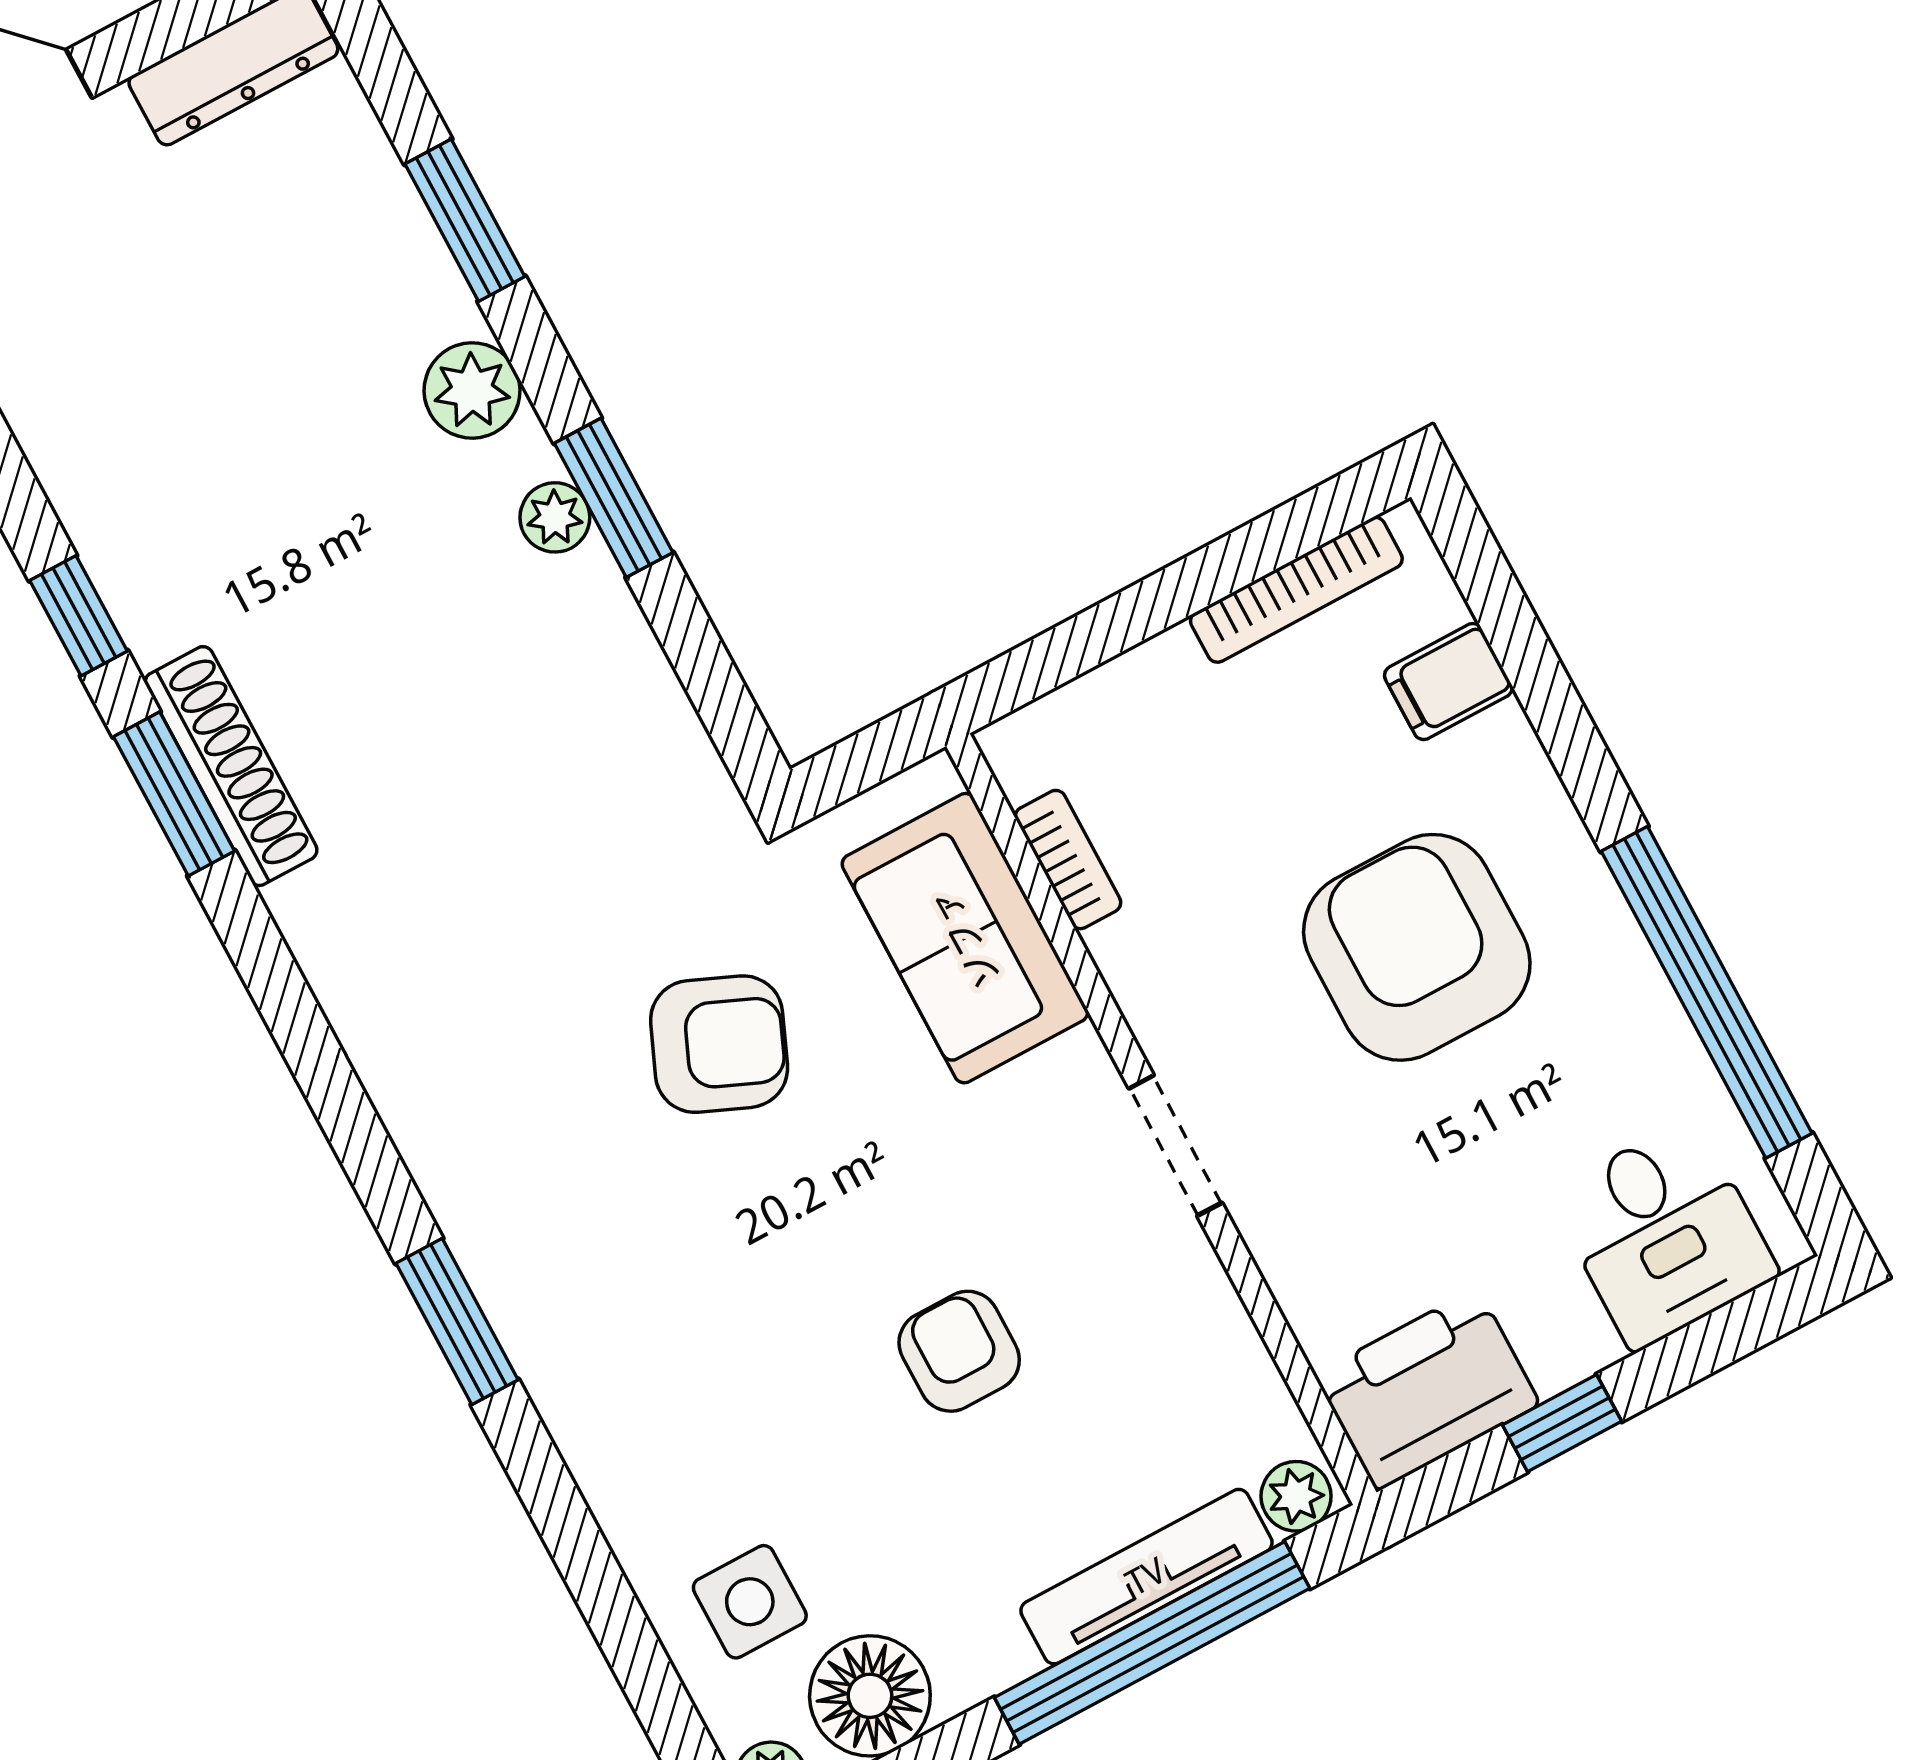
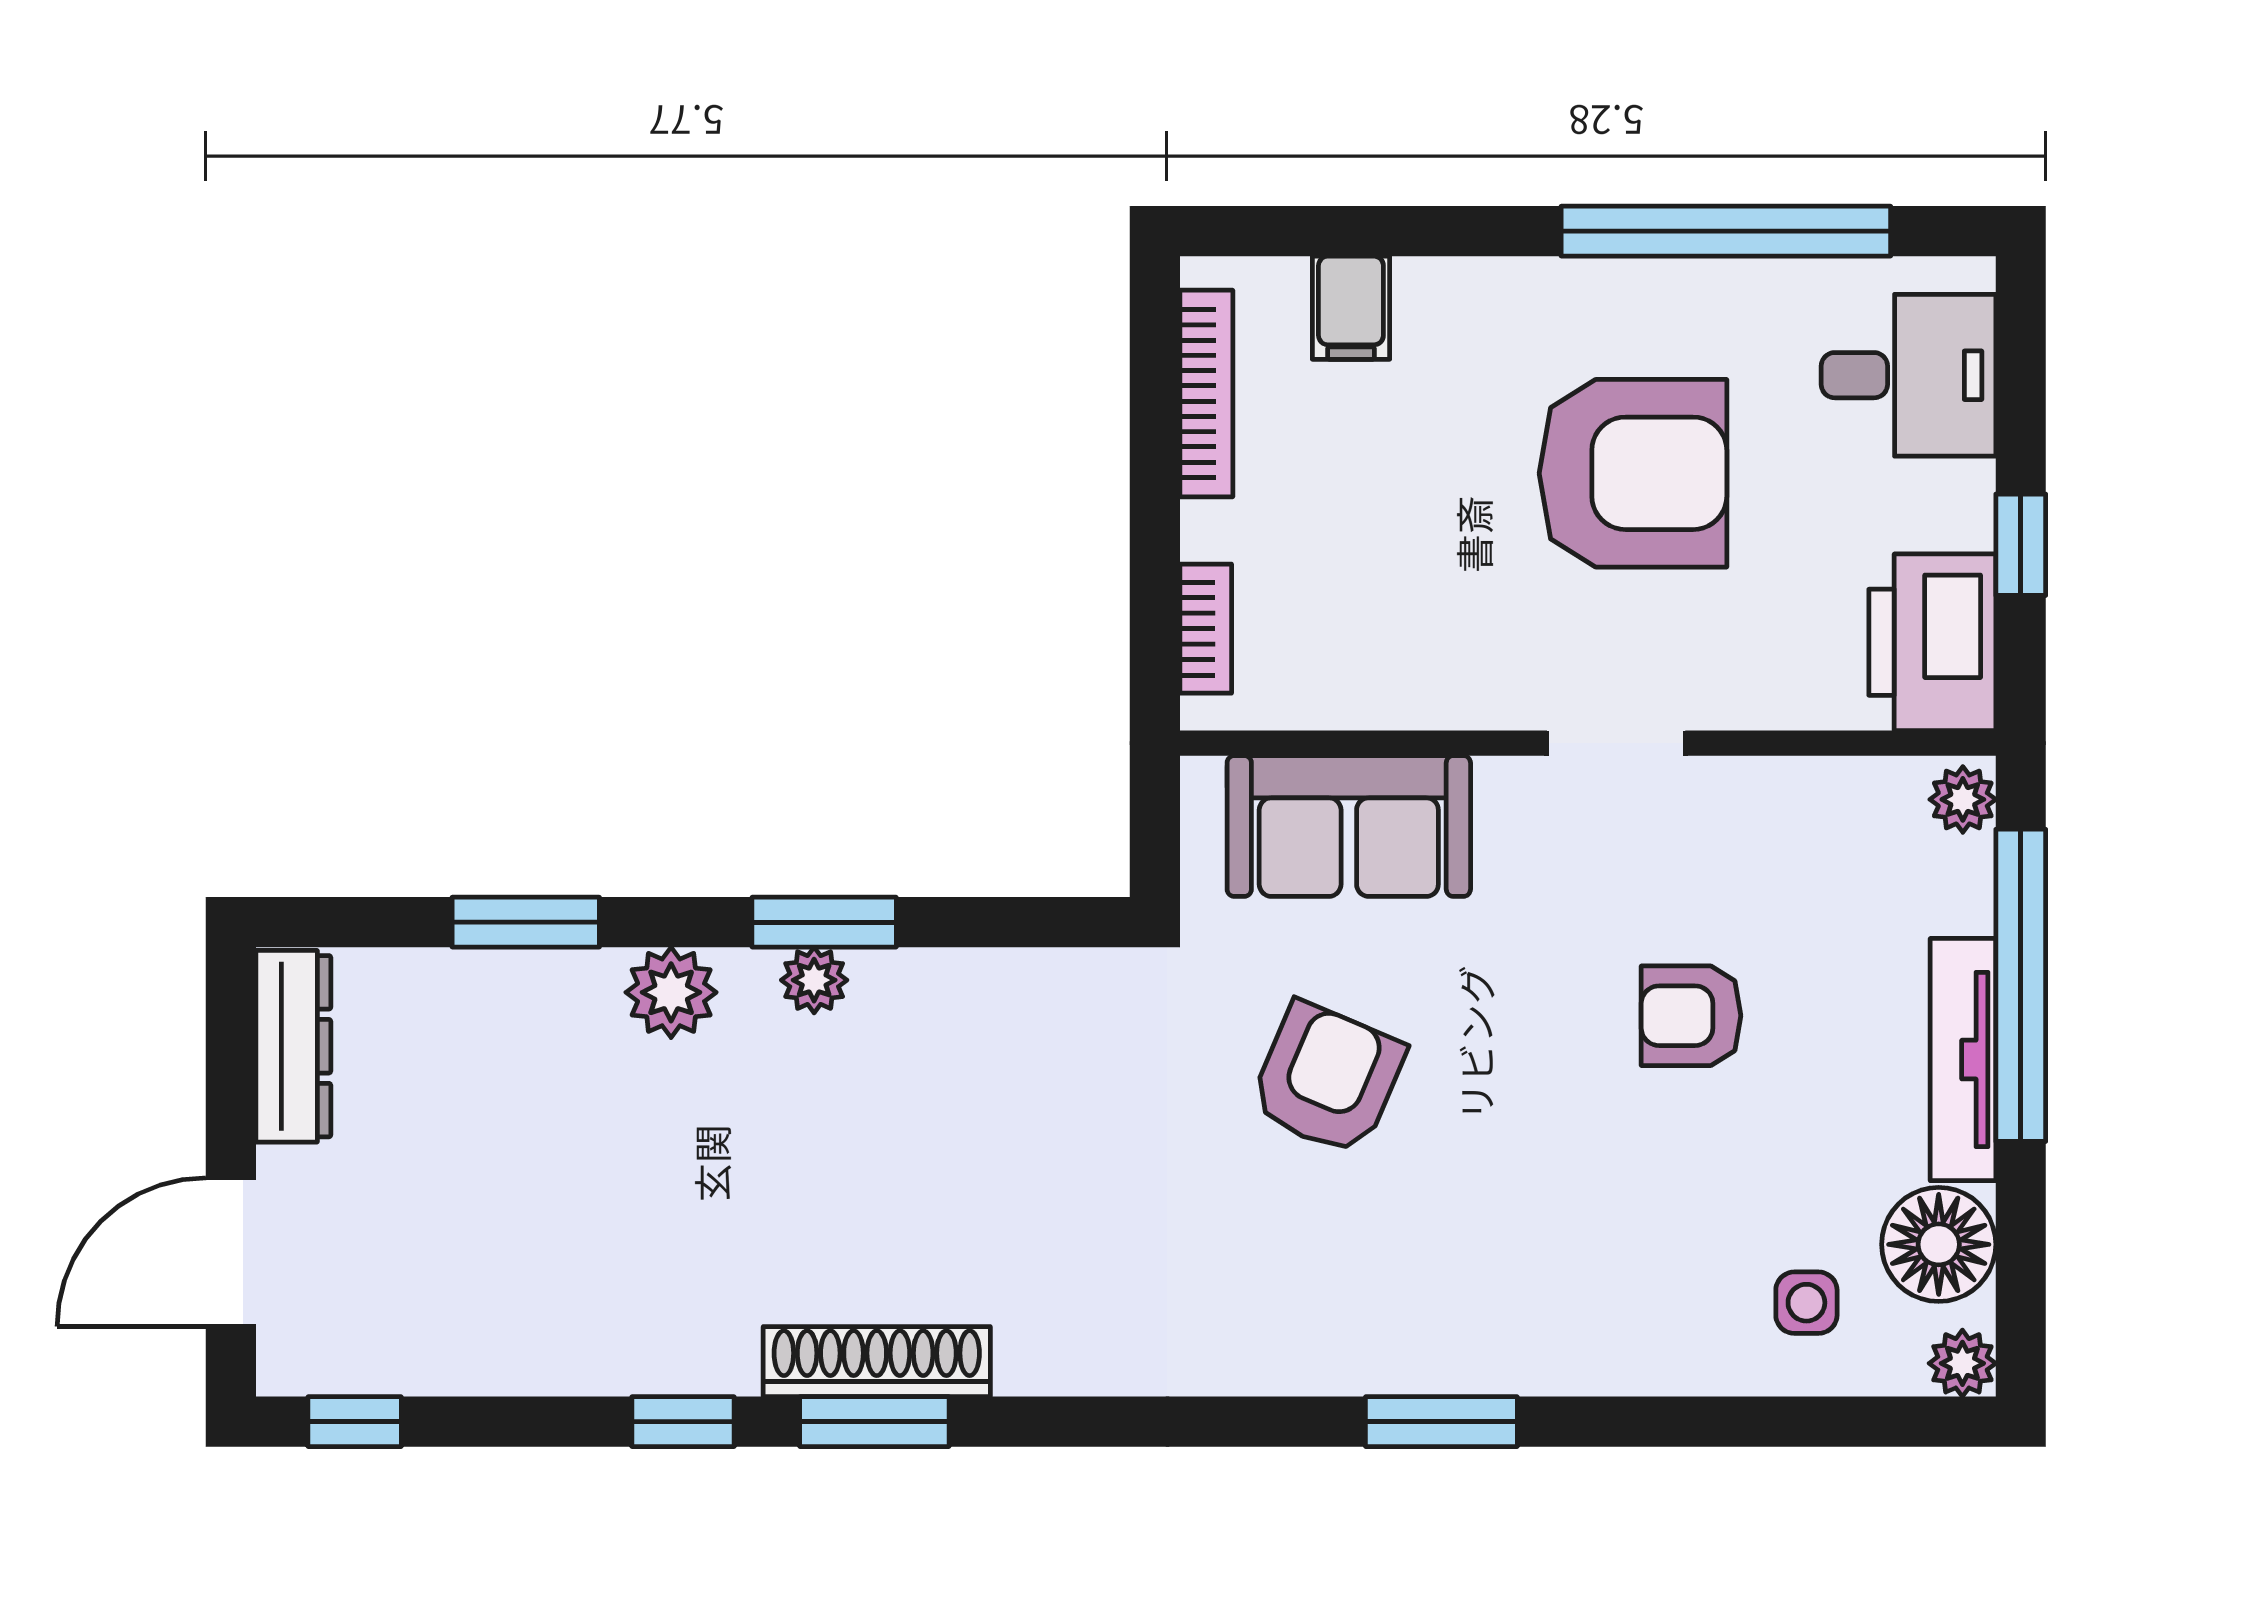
bookcase: (1068, 860) -> (1206, 629), moved, turned 90
armchair: (1417, 947) -> (1633, 473), moved, turned 180
tv unit: (1146, 1577) -> (1963, 1060), moved
side table: (750, 1602) -> (1806, 1303), width x0.73, depth x0.73

